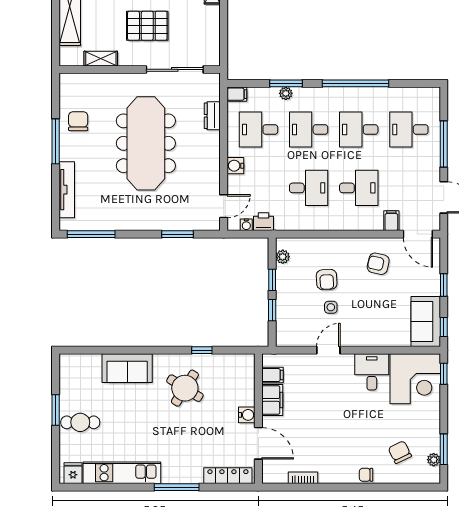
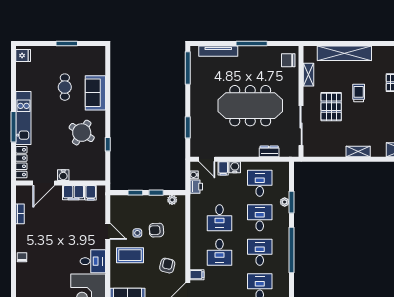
filing cabinet: (237, 94) -> (223, 168), moved
chair: (78, 121) -> (288, 60), moved, turned 180
coffee table: (363, 318) -> (130, 255), added
cafe table: (80, 422) -> (65, 87), moved
chair: (400, 452) -> (38, 280), removed
kitchen unit: (122, 473) -> (23, 118), moved

